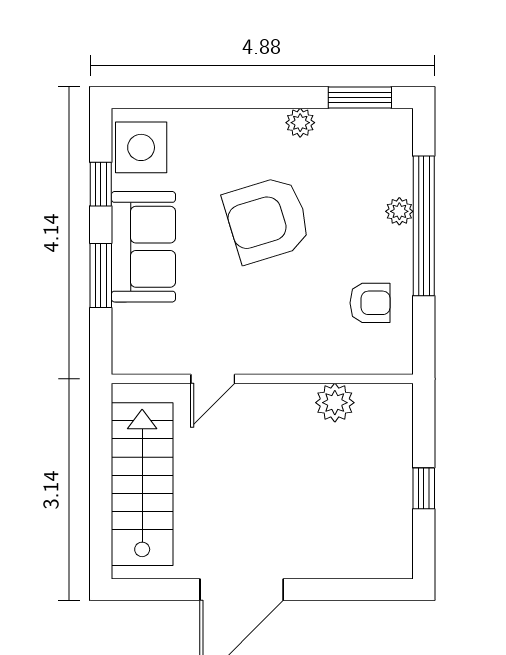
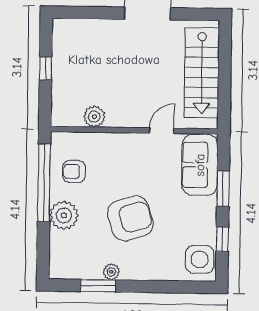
window: (360, 97) -> (98, 286), moved
plant: (399, 211) -> (64, 215), width x1.88, depth x1.88
window: (424, 226) -> (44, 183), moved
sofa: (143, 247) -> (200, 165), moved

